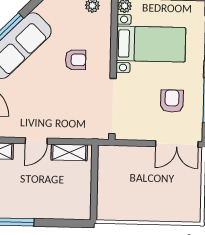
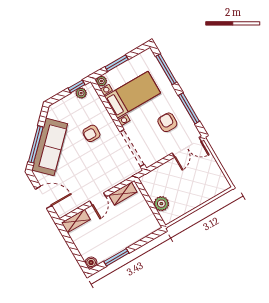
armchair: (76, 60) -> (91, 133), turned 180
plant: (107, 191) -> (161, 204), added

